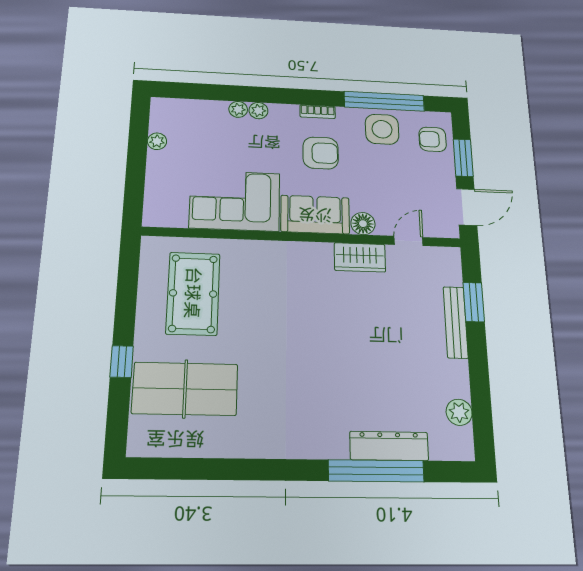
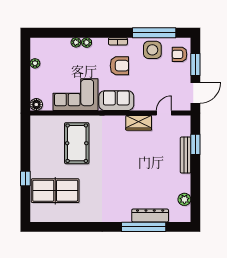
floor lamp: (363, 224) -> (36, 105), moved
pool table: (193, 293) -> (77, 143), moved

